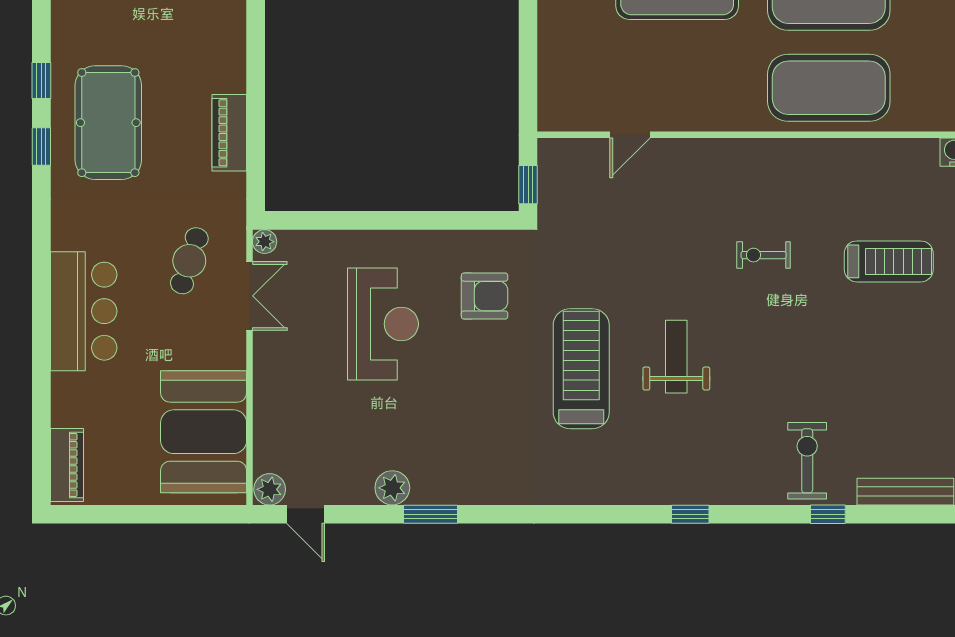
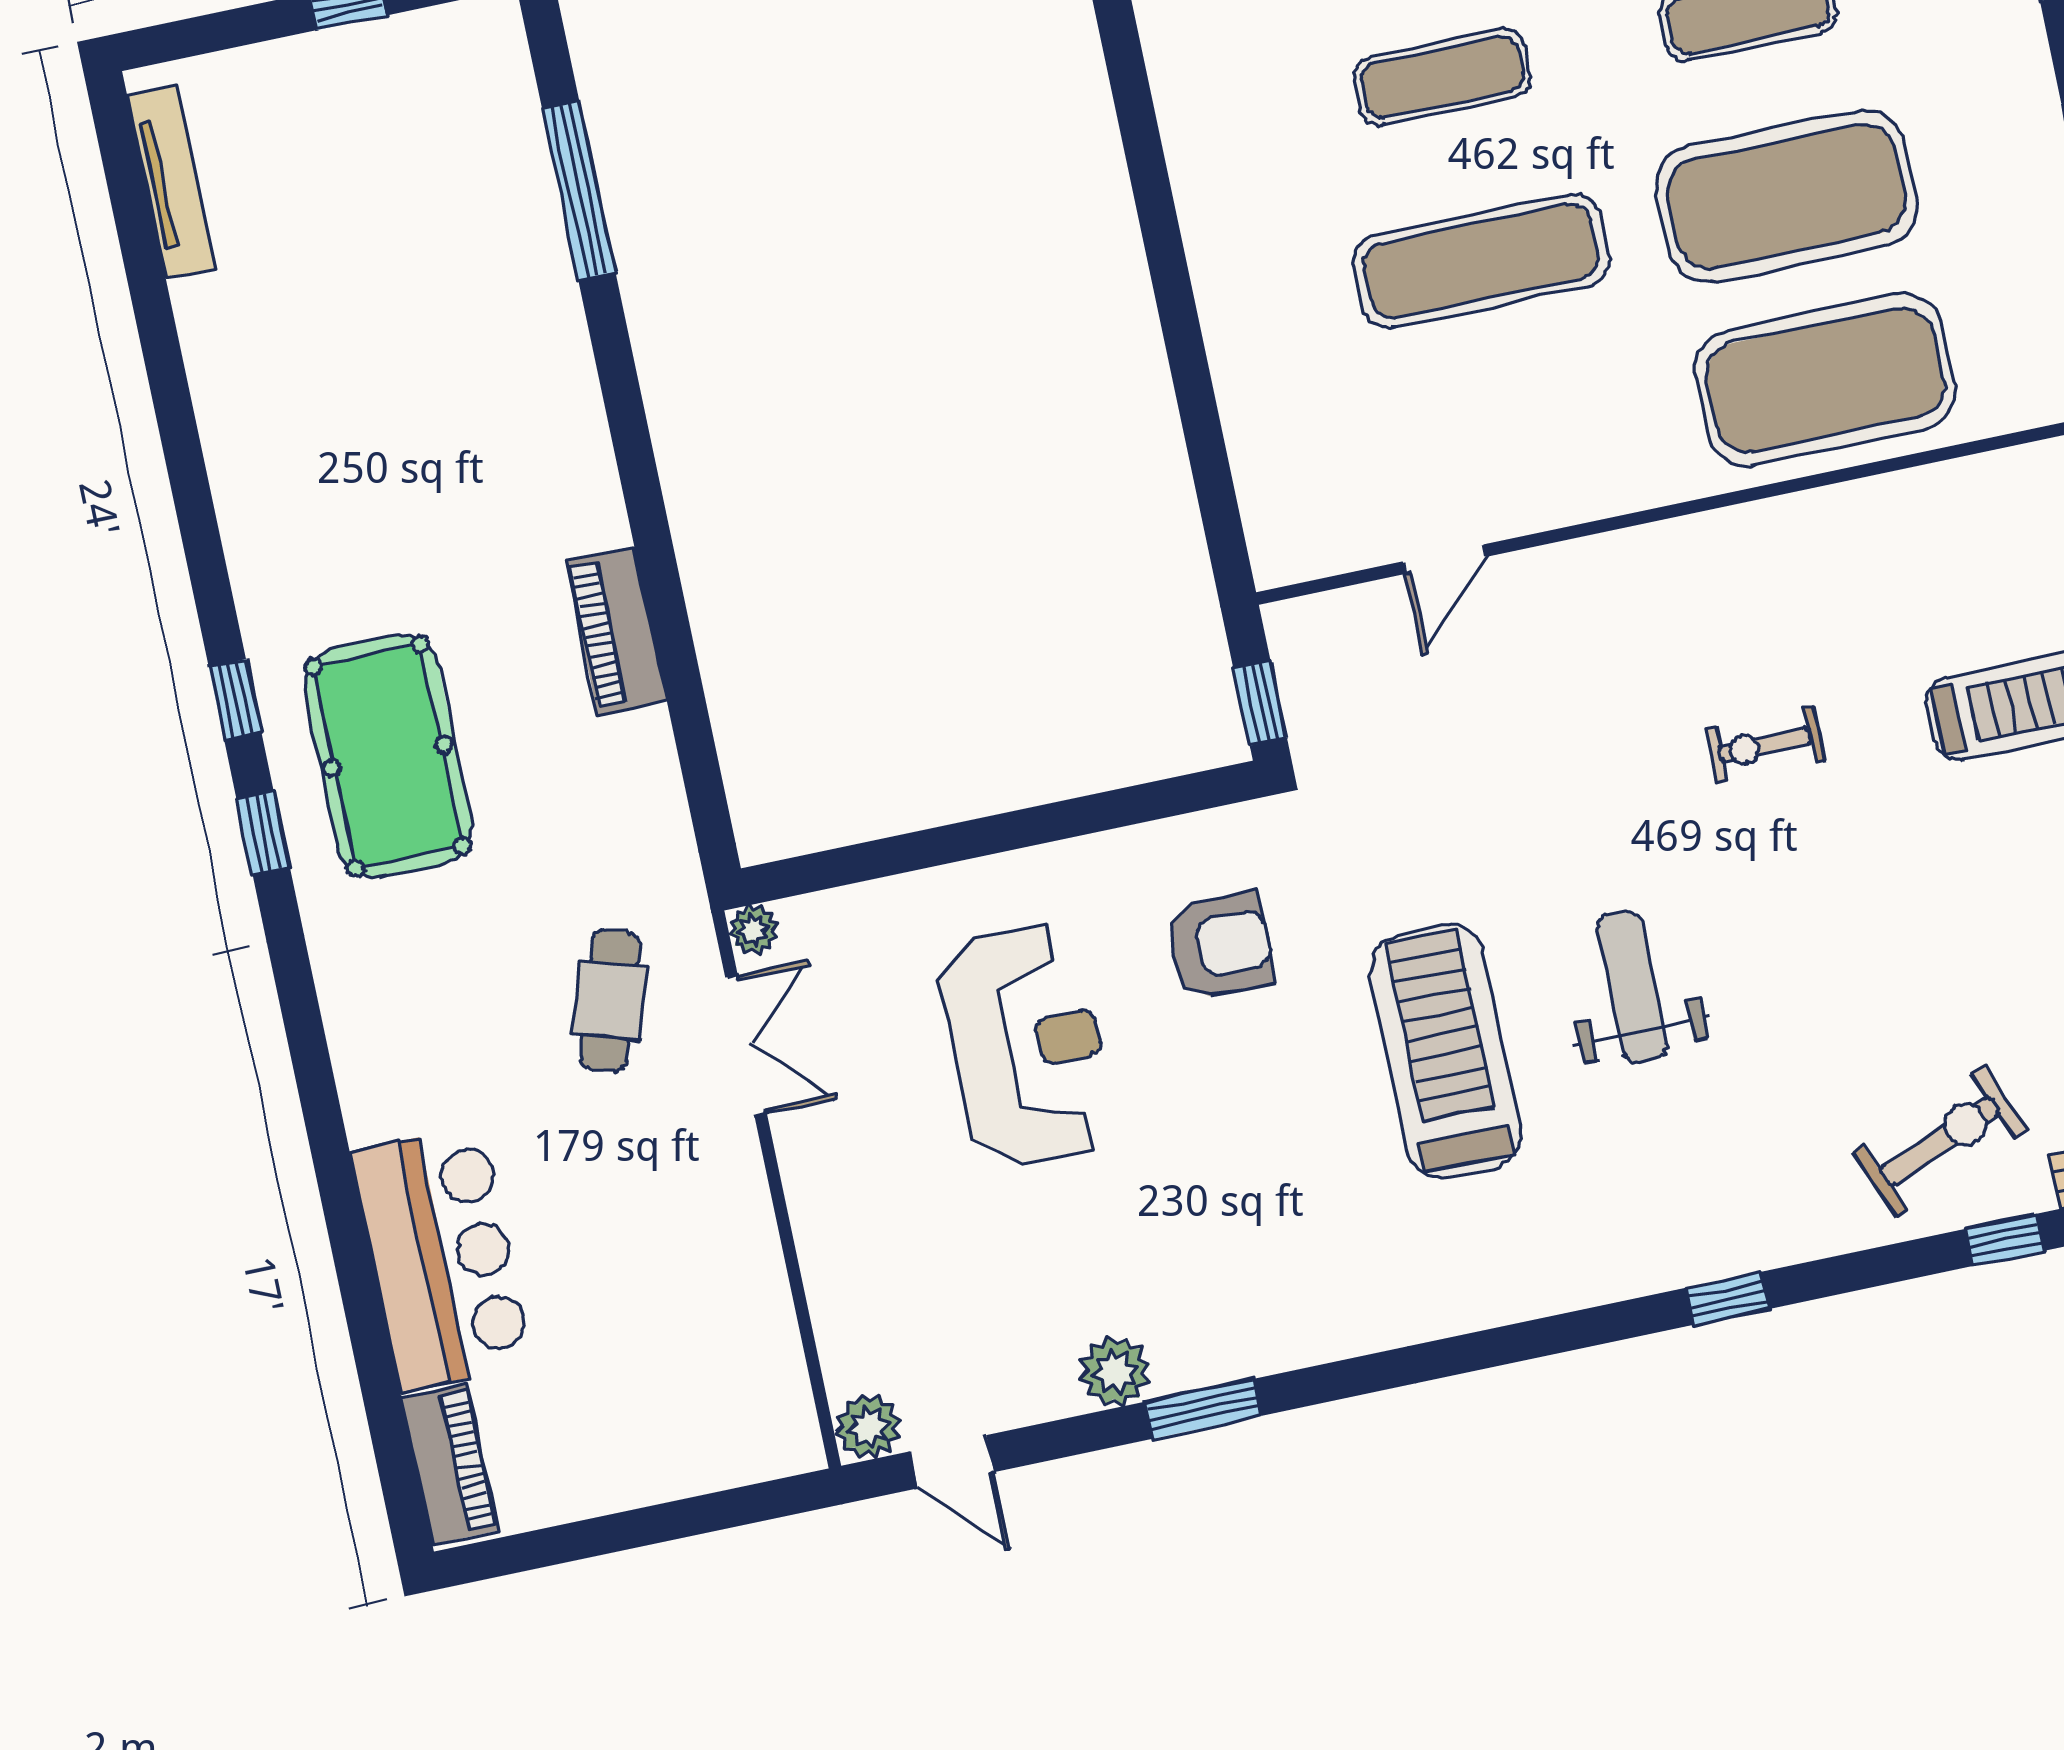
piano: (229, 133) -> (616, 631), moved
bar counter: (84, 311) -> (442, 1258), moved
booth: (204, 432) -> (711, 1339), removed
exercise bike: (807, 461) -> (1940, 1141), turned 68

